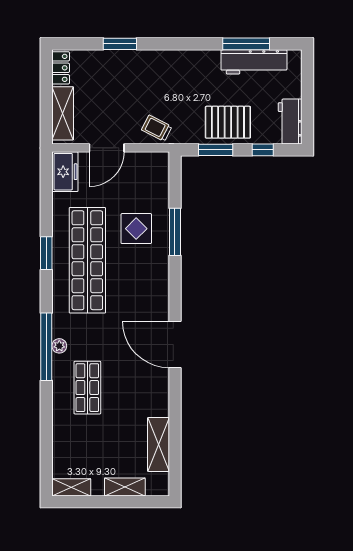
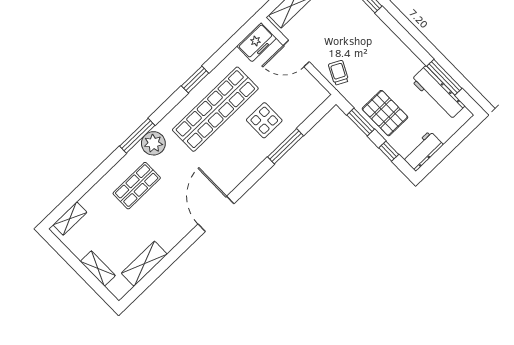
plant: (59, 346) -> (153, 143), width x1.87, depth x1.87
window: (46, 347) -> (137, 136), width x0.68
shelving: (71, 487) -> (70, 219), moved, turned 90

